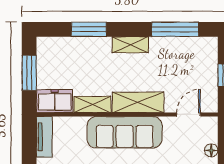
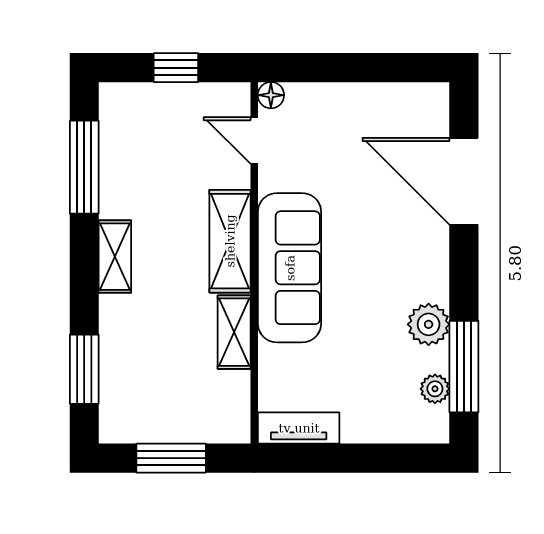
window: (89, 29) -> (84, 369), moved
freezer: (55, 101) -> (227, 407), removed
floor lamp: (211, 150) -> (271, 95), moved

